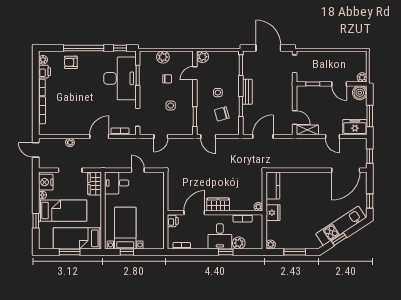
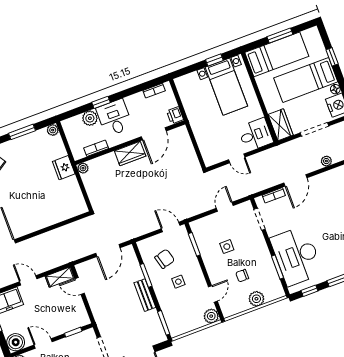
kitchen counter: (273, 186) -> (75, 199), removed

